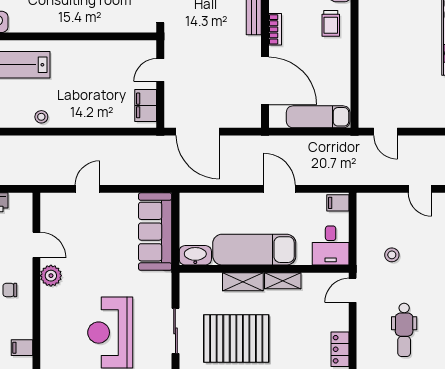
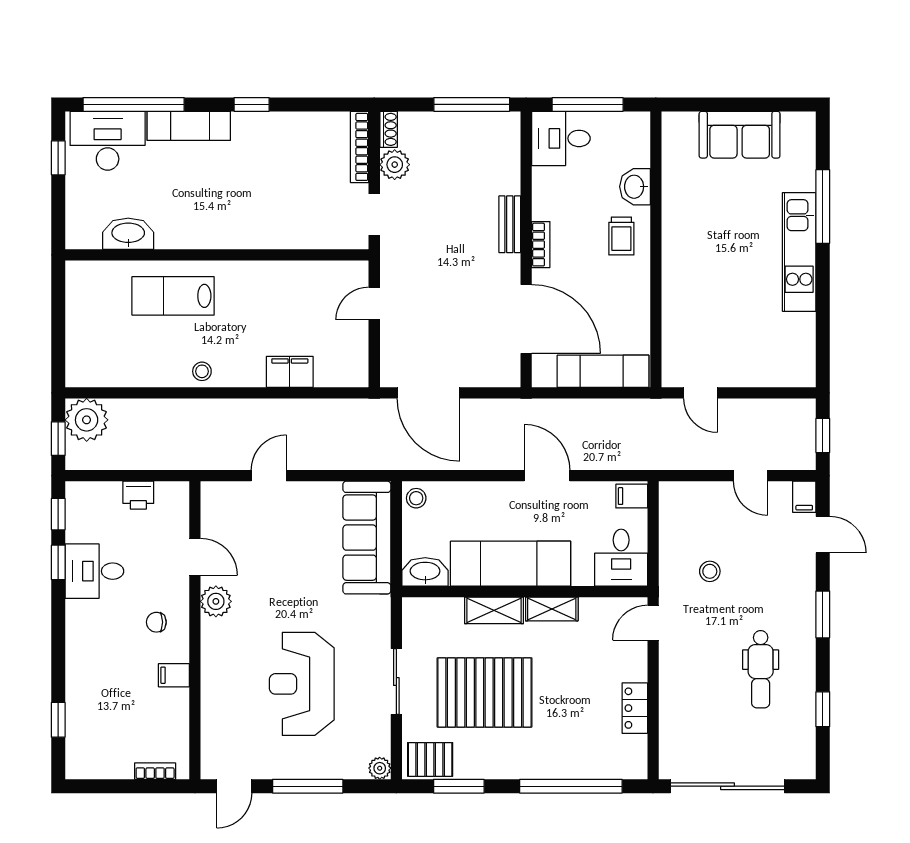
filing cabinet: (146, 105) -> (290, 372), moved, turned 90
stool: (189, 204) -> (416, 498), added
dental chair: (404, 330) -> (761, 669), moved
filing cabinet: (22, 348) -> (174, 675), moved

